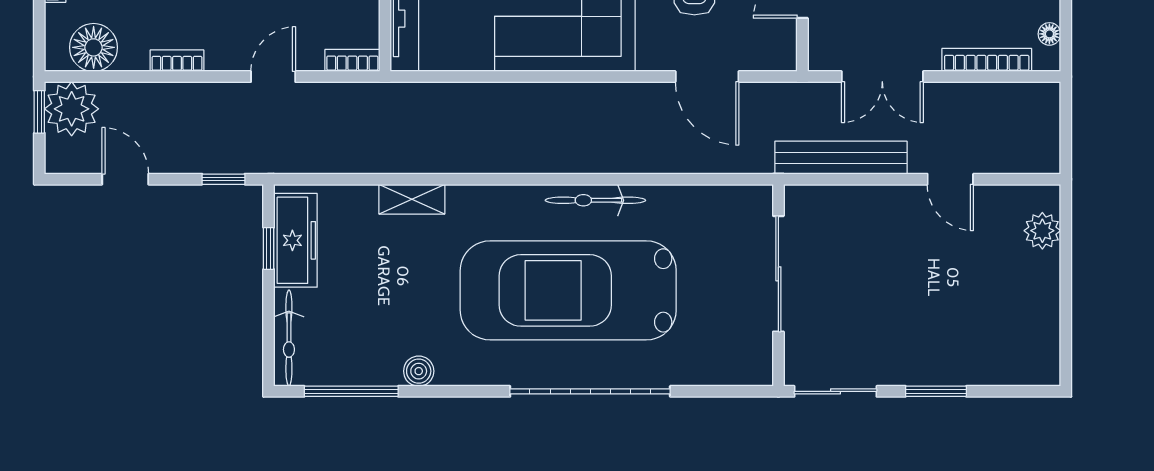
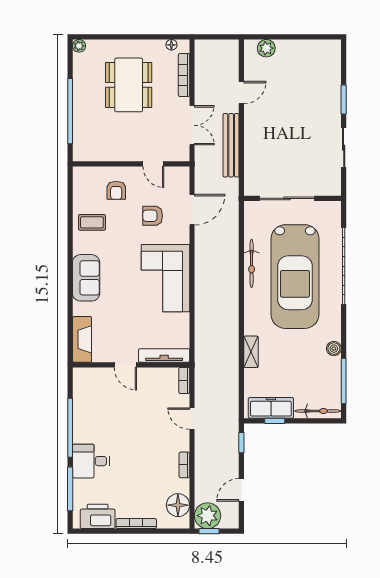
sliding door: (778, 274) -> (287, 198), moved
wall: (778, 285) -> (293, 198), moved

